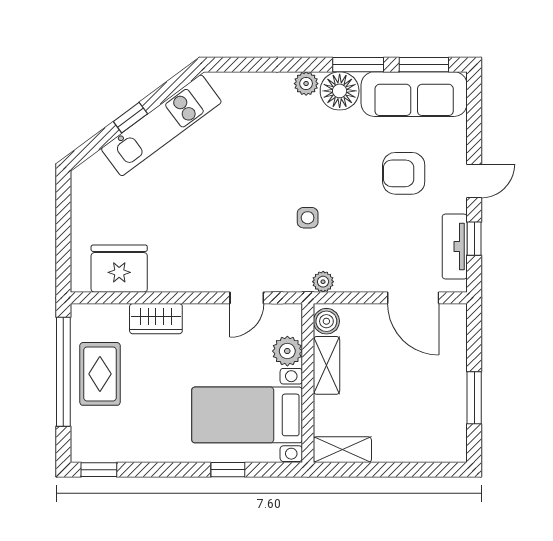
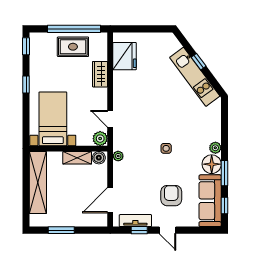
window: (424, 65) -> (225, 205), width x0.67
side table: (308, 218) -> (166, 148), moved
plant: (287, 351) -> (100, 139), moved
shelving: (342, 450) -> (38, 183), width x2.20, depth x1.33
window: (228, 470) -> (26, 85), moved

